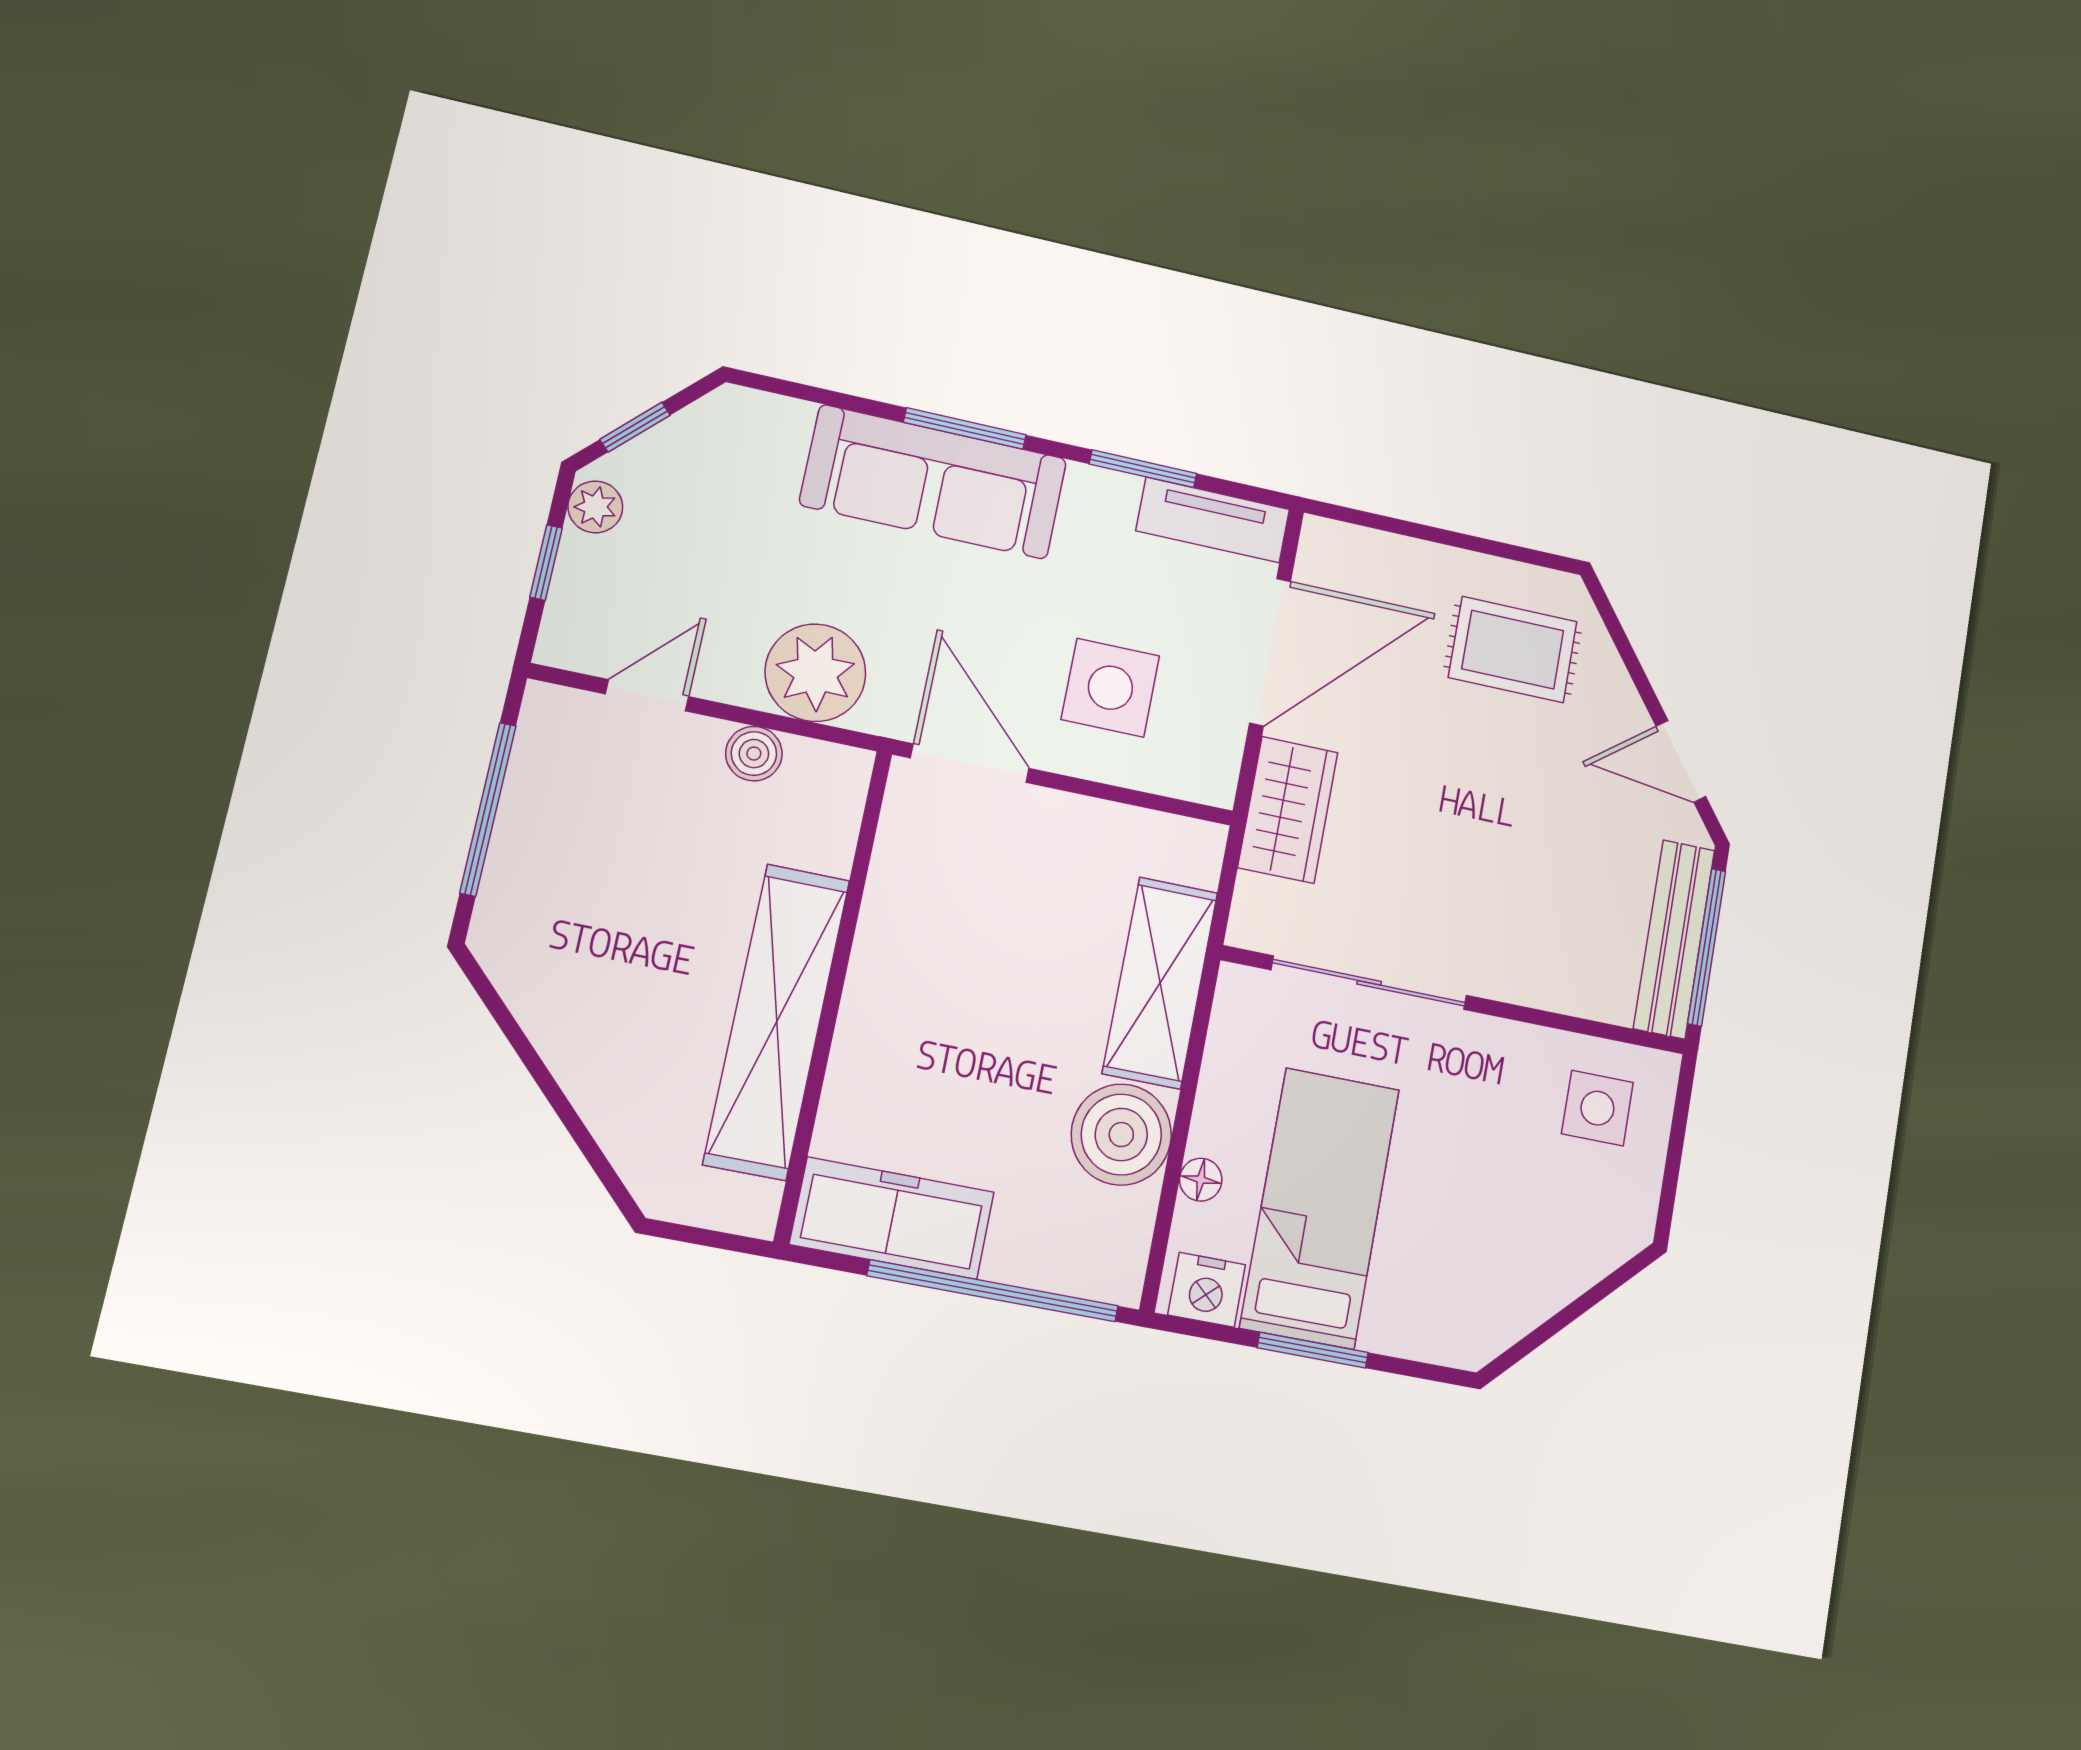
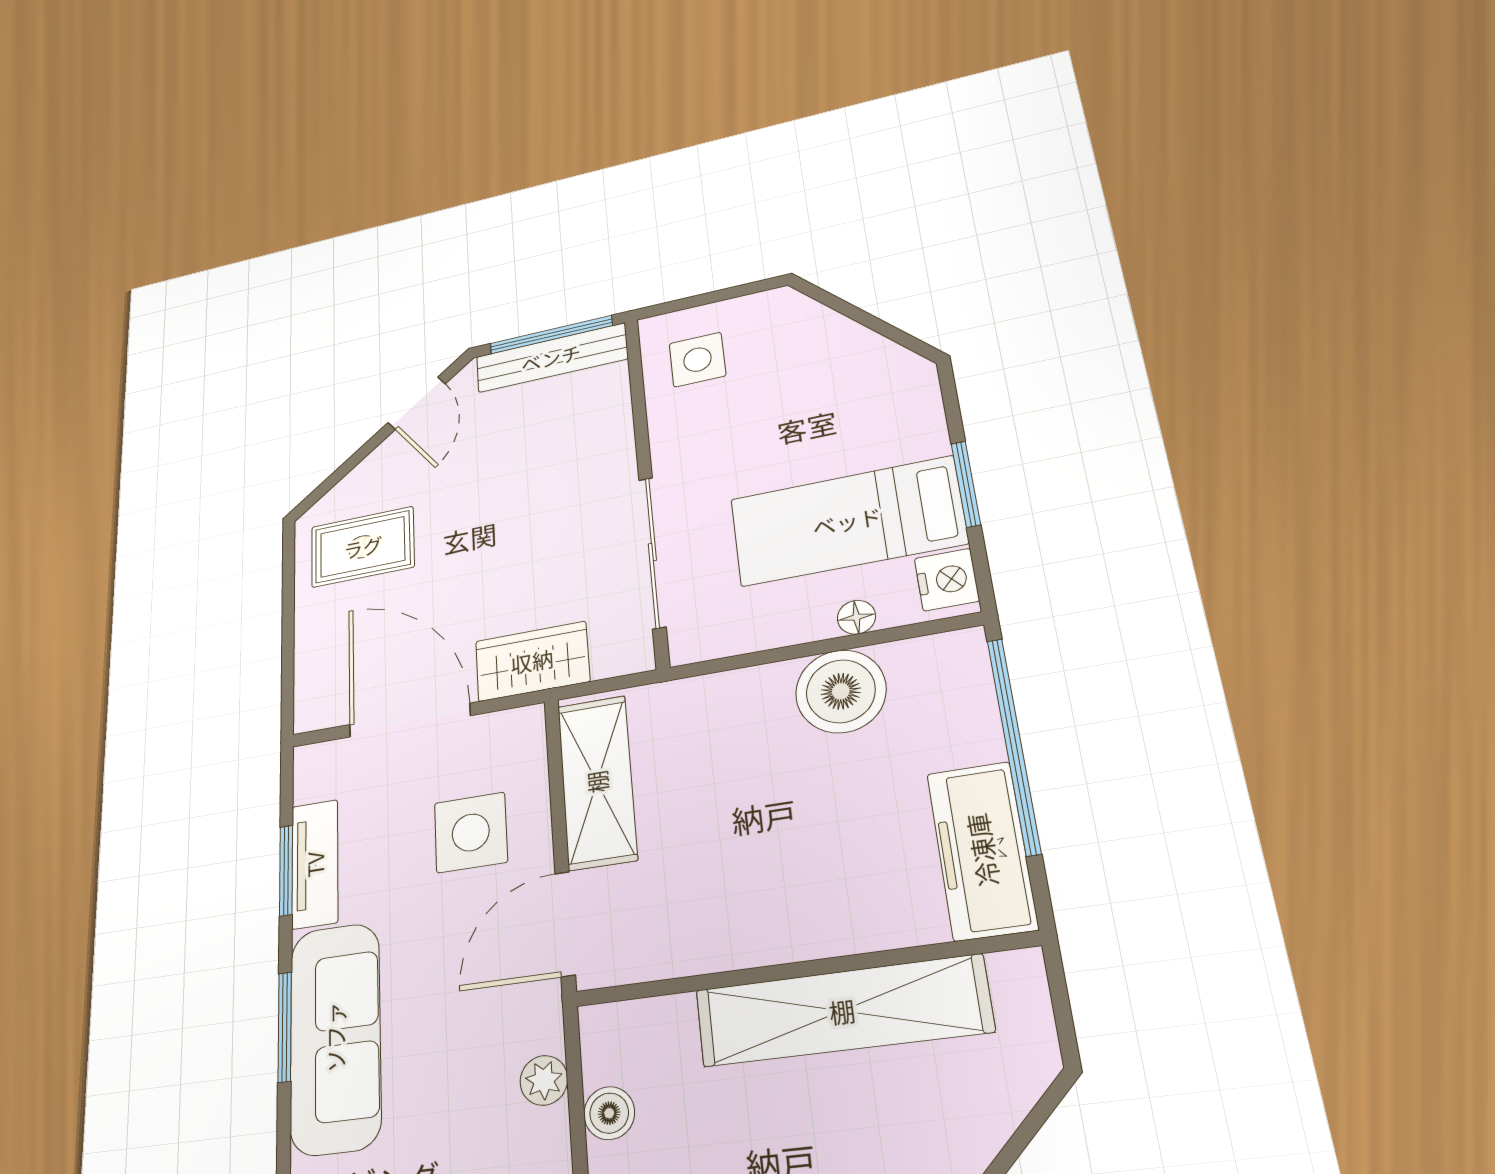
tv unit: (1213, 520) -> (315, 864), moved
rug: (1513, 650) -> (363, 547), turned 90
plant: (815, 673) -> (544, 1080), width x0.53, depth x0.53
shelving: (1160, 983) -> (597, 782), moved, turned 90

